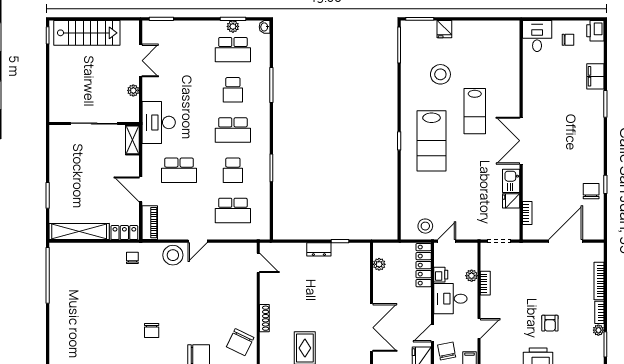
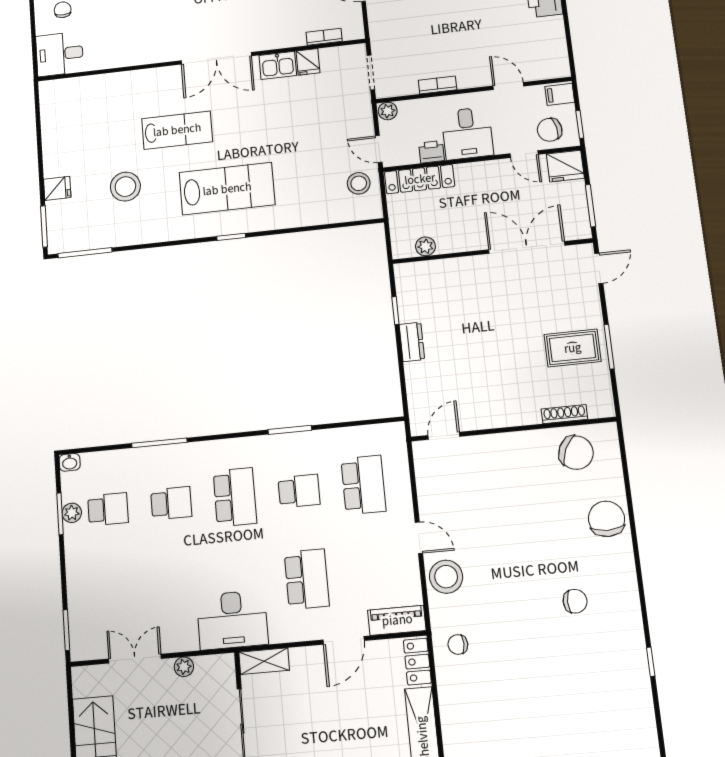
school desk: (233, 50) -> (108, 509), width x0.54
plant: (472, 276) -> (388, 111), moved
shoe rack: (264, 318) -> (564, 414), moved

